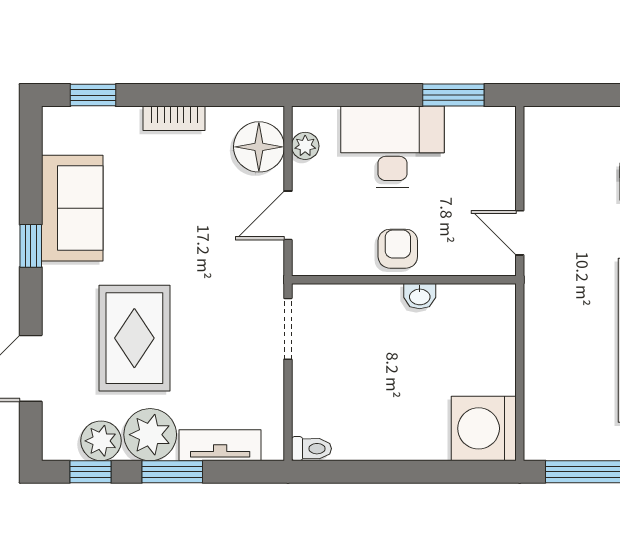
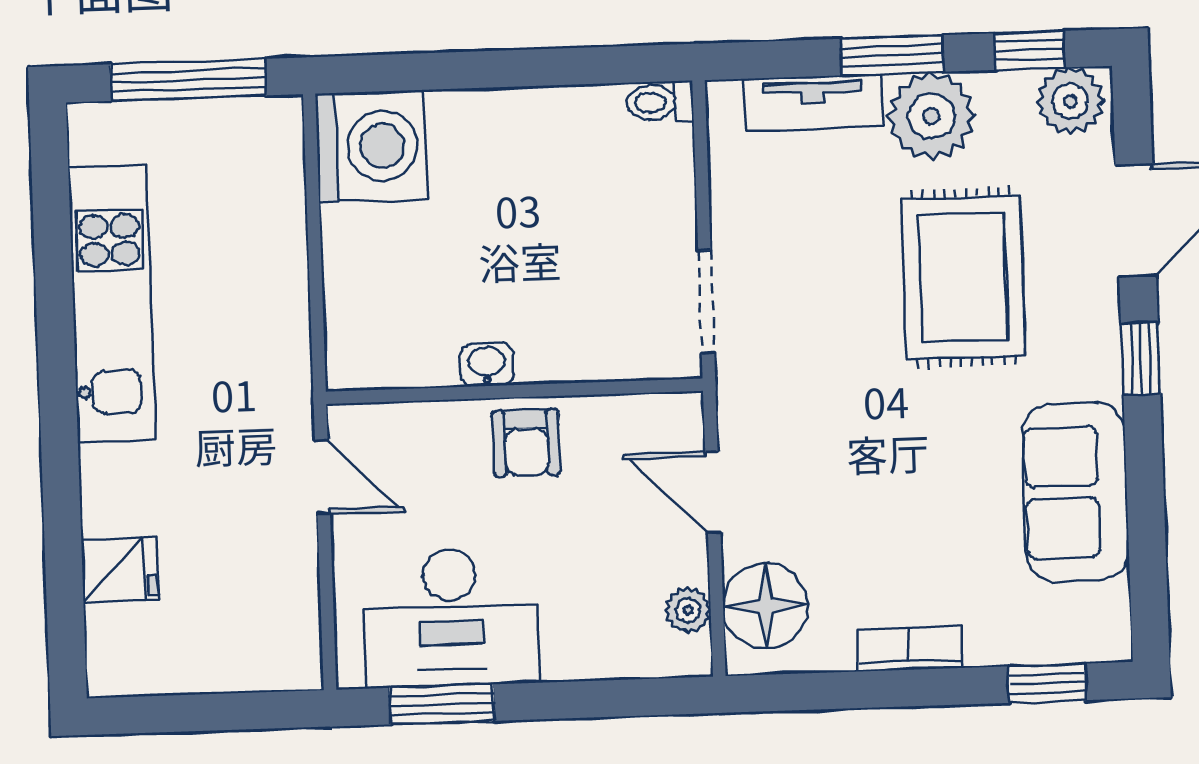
desk: (392, 146) -> (451, 617), moved
door: (288, 215) -> (713, 492), swing flipped
window: (31, 246) -> (1141, 358), moved
plant: (101, 441) -> (1070, 101), moved

